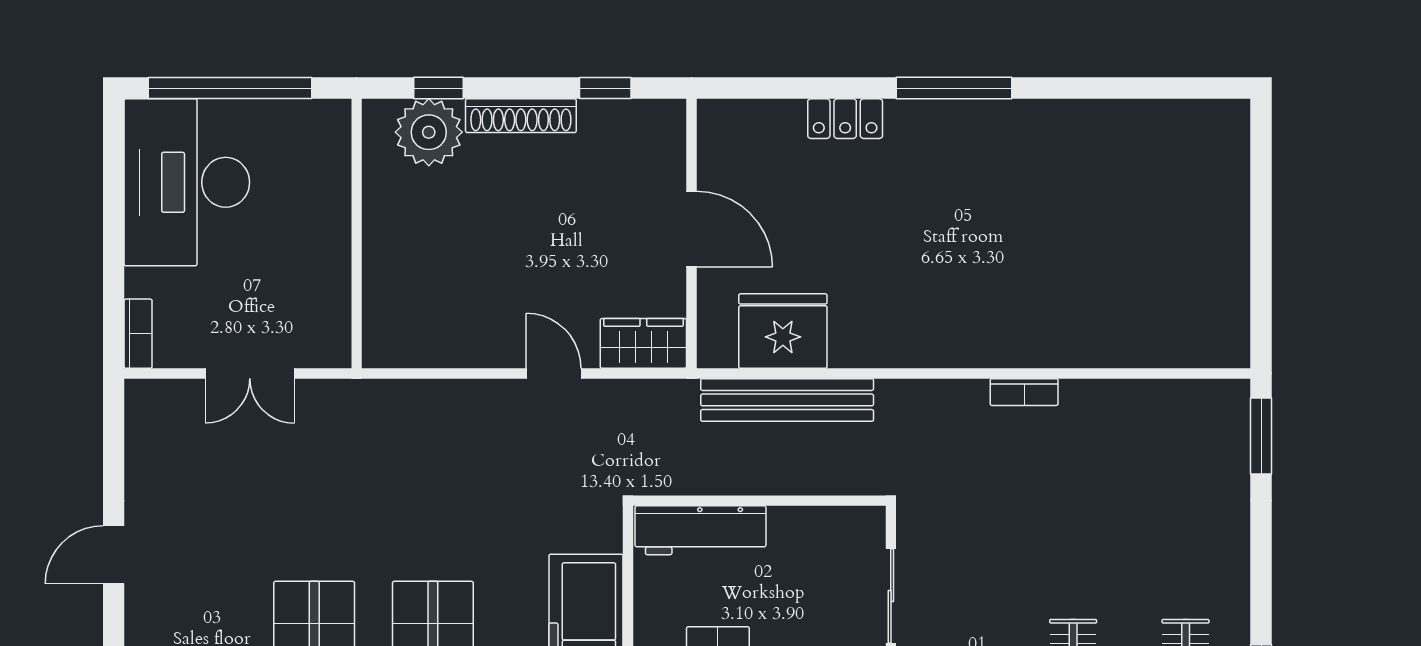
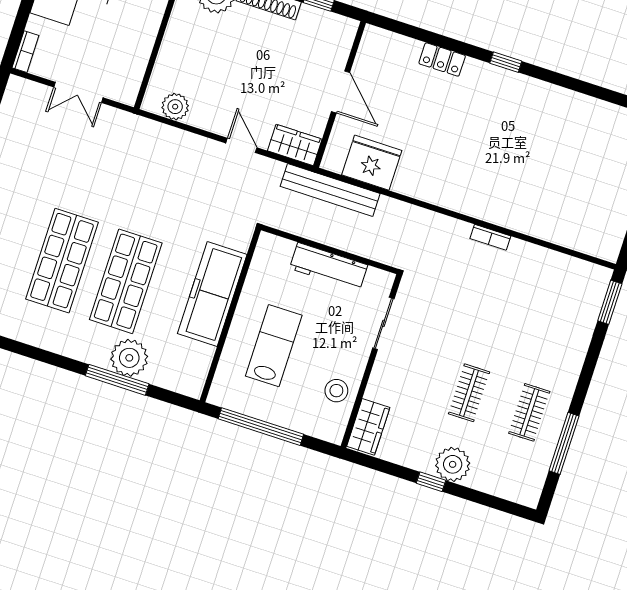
window: (954, 88) -> (506, 62), width x0.46
plant: (421, 344) -> (175, 107), added
bench: (787, 400) -> (330, 190), moved
workbench: (700, 530) -> (329, 267), moved

